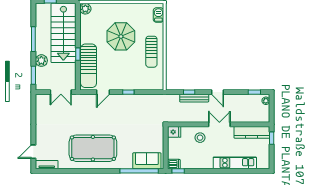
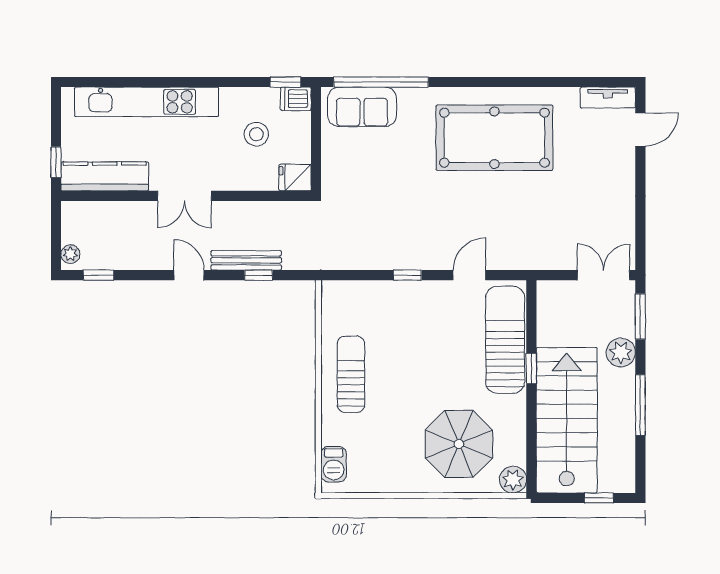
parasol: (121, 36) -> (459, 444), moved
double door: (61, 92) -> (604, 275), moved
stool: (200, 138) -> (256, 134), moved
kitchen unit: (235, 163) -> (147, 102), width x1.36

